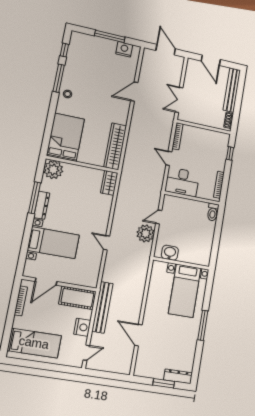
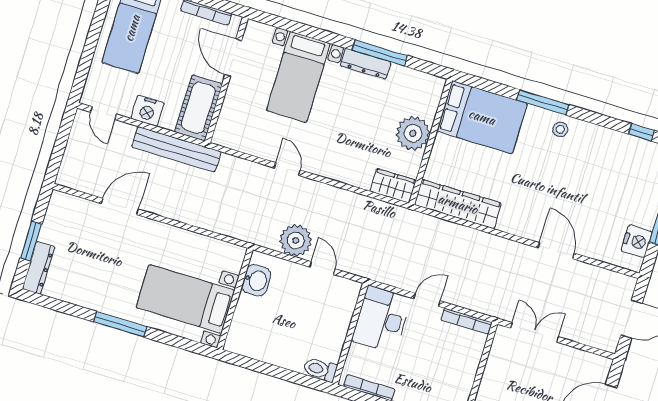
window: (59, 78) -> (543, 102), moved
plant: (53, 170) -> (413, 133), moved
door: (107, 243) -> (287, 169), hinge flipped

